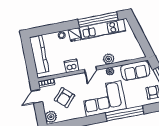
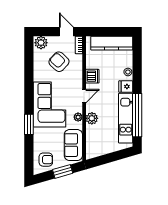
door: (90, 70) -> (84, 96), swing flipped
window: (125, 113) -> (29, 124), width x0.47

